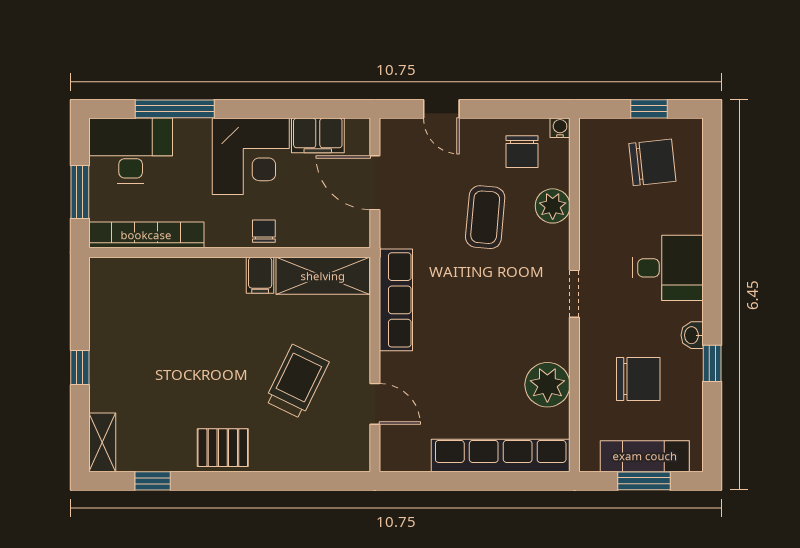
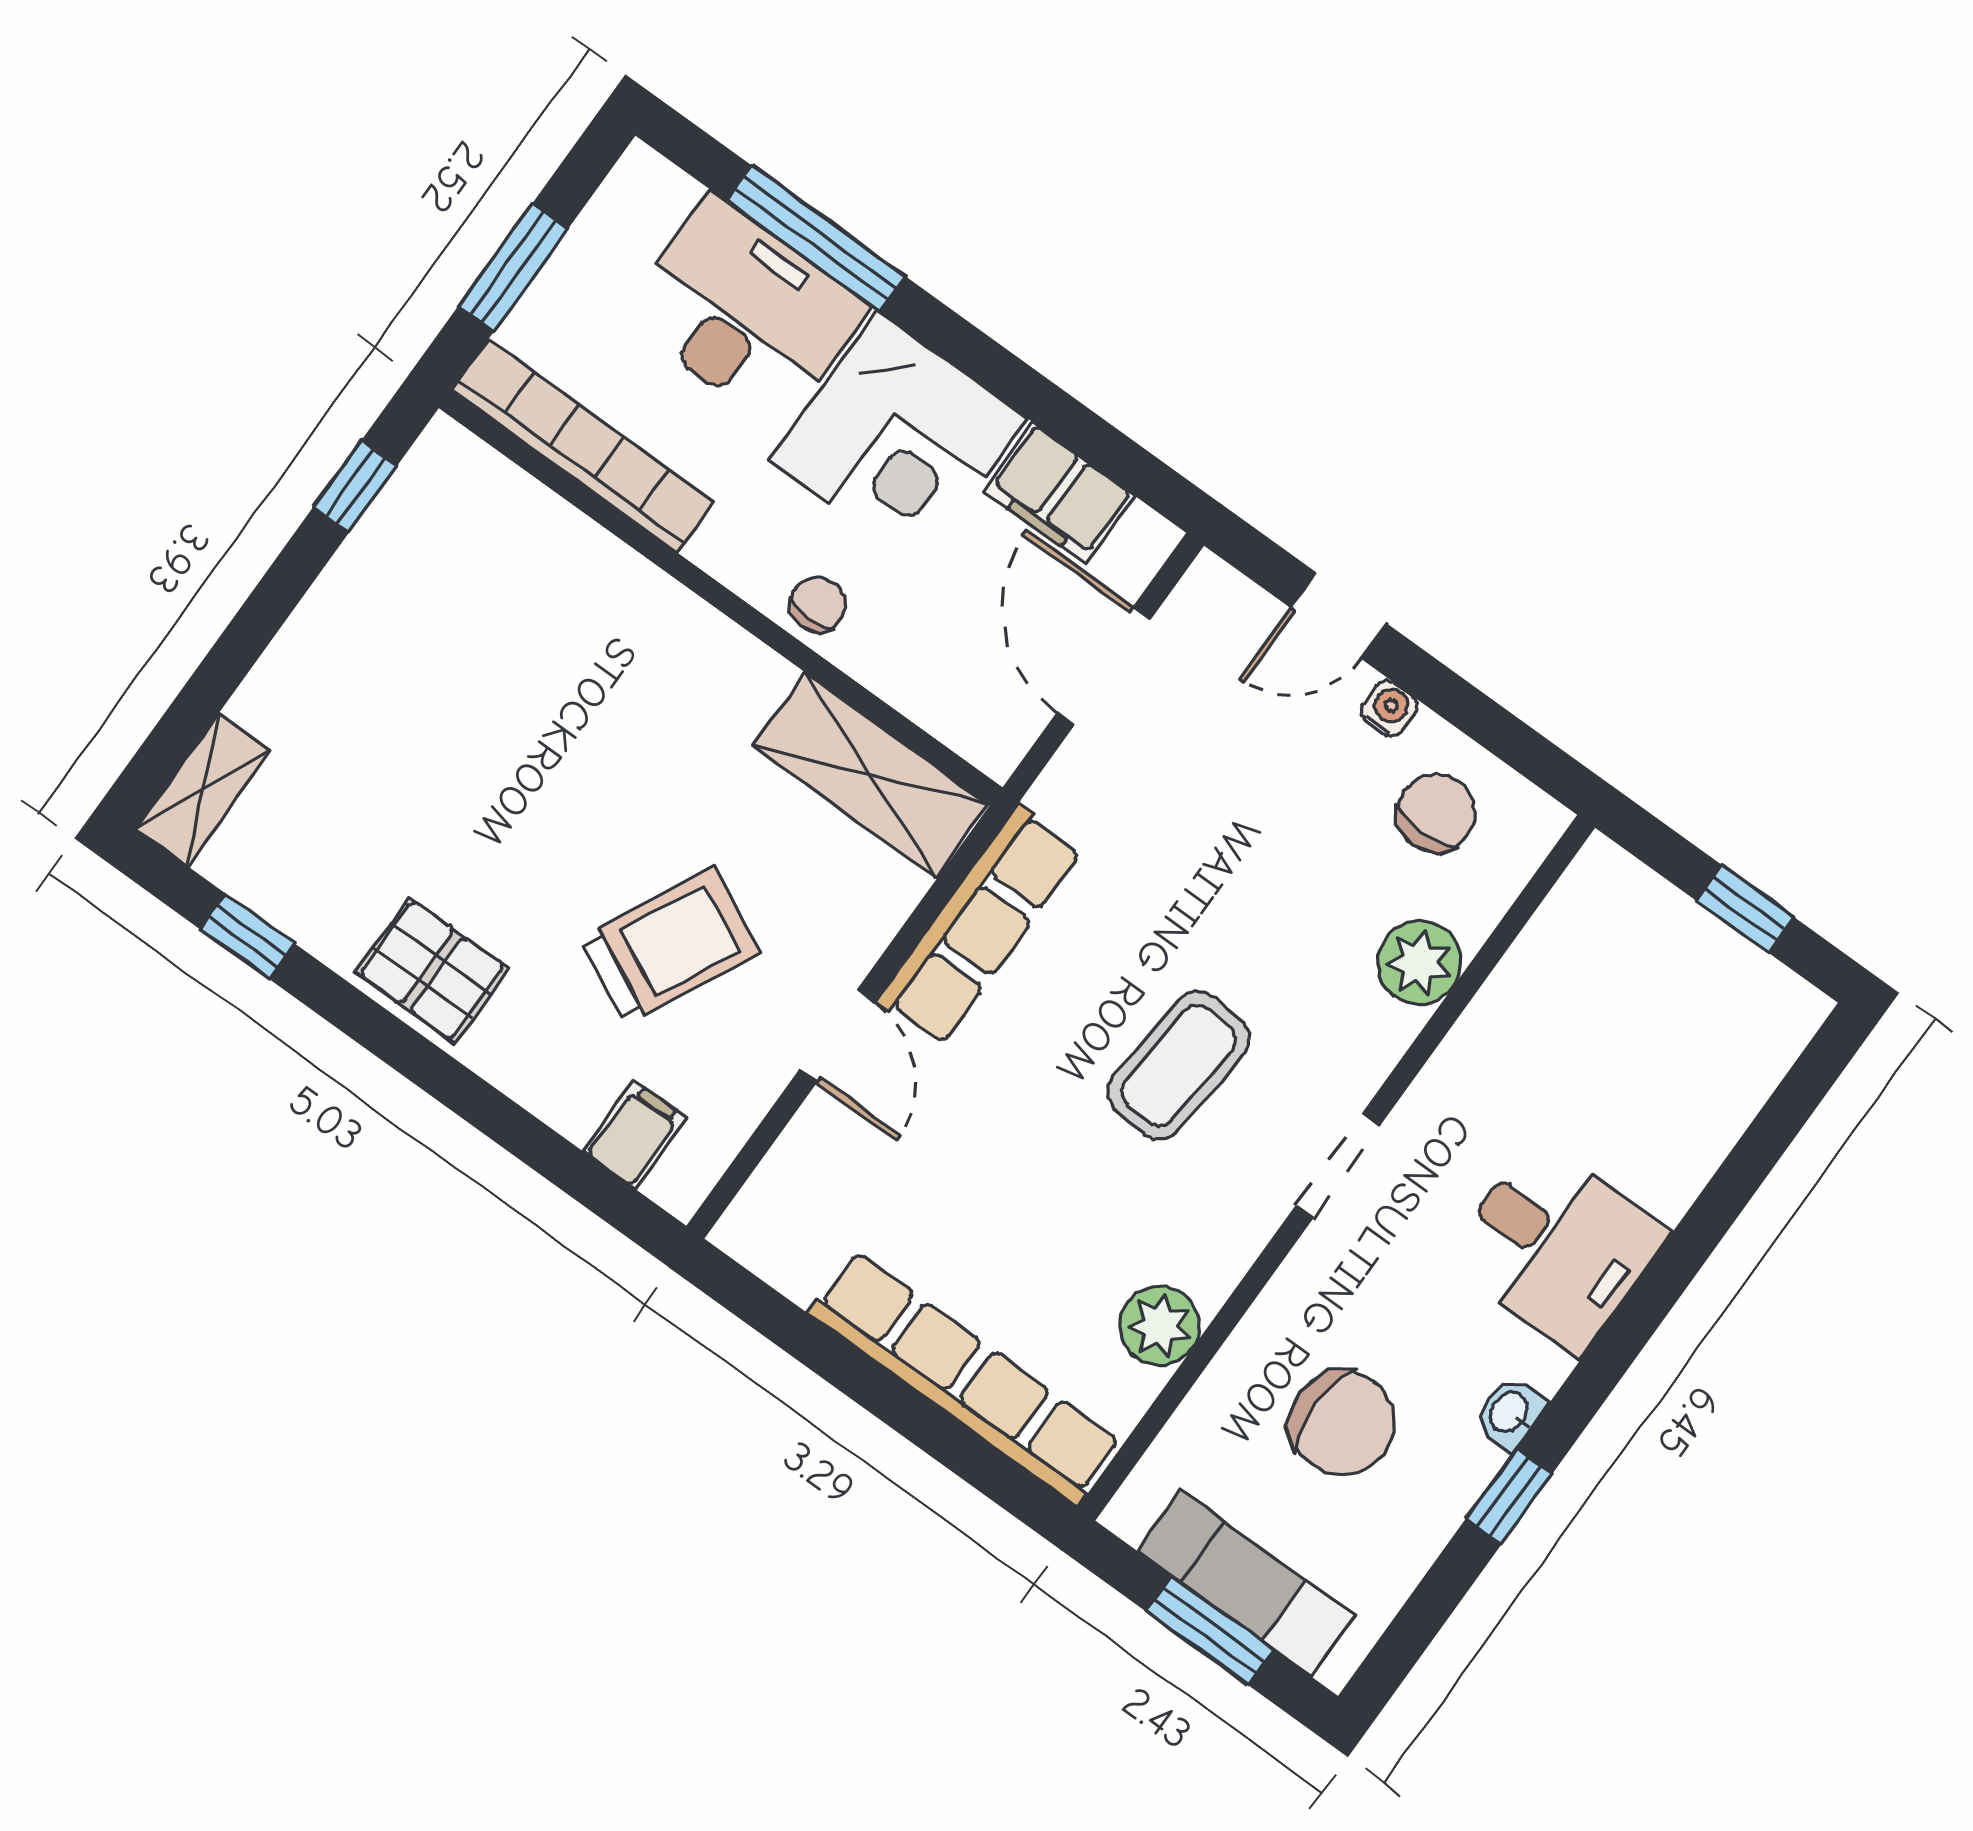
door: (441, 109) -> (1338, 615), hinge flipped
water cooler: (560, 128) -> (1389, 709), moved
desk: (131, 151) -> (745, 312), moved
chair: (522, 152) -> (1436, 813), turned 180
chair: (652, 162) -> (1676, 1018), removed
coffee table: (485, 217) -> (1179, 1066), moved
filing cabinet: (260, 275) -> (635, 1135), moved, turned 180
window: (80, 367) -> (355, 486), moved
plant: (547, 385) -> (1160, 1326), width x0.73, depth x0.73
door: (375, 404) -> (837, 1036), moved

